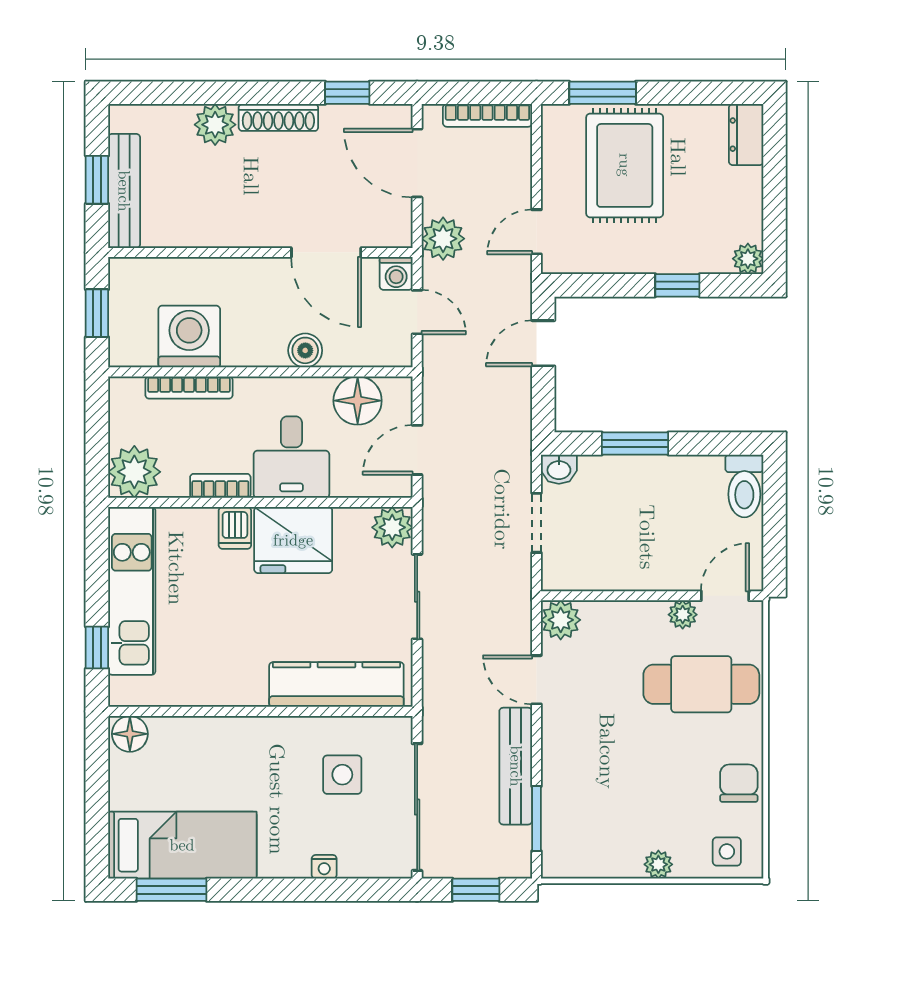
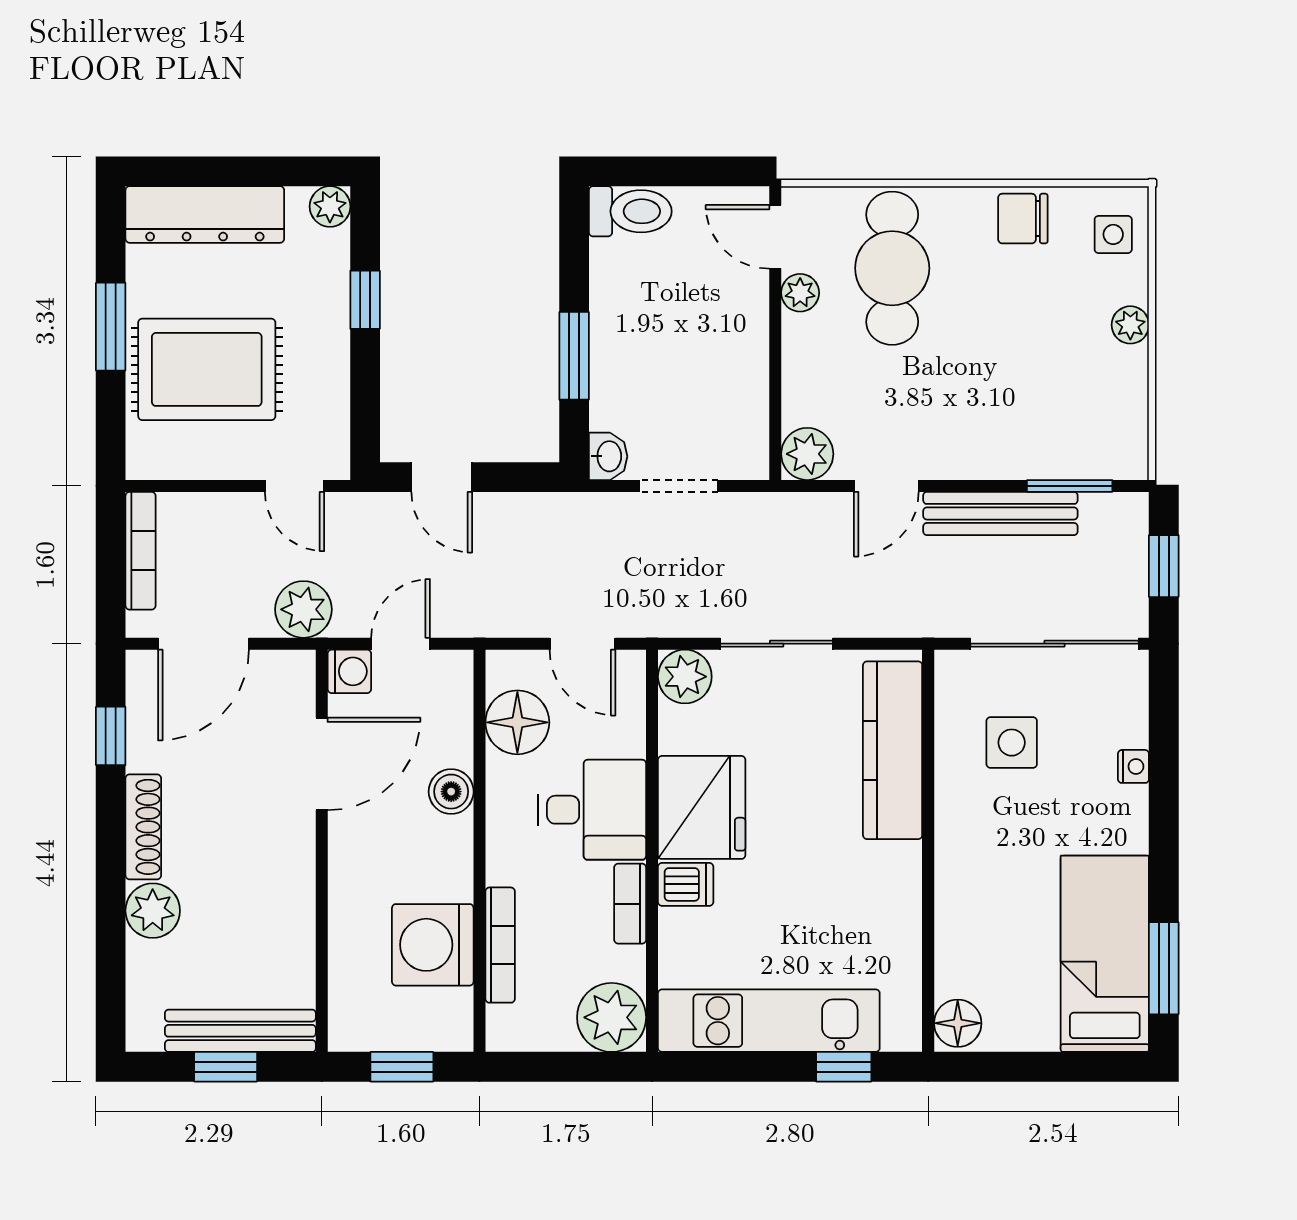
window: (603, 93) -> (111, 327), moved
dresser: (746, 135) -> (205, 214), width x1.96, depth x1.24

